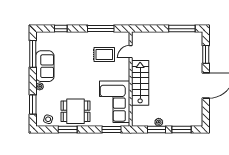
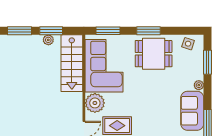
plant: (122, 72) -> (95, 103), added
stairs: (140, 83) -> (72, 63), moved
window: (68, 129) -> (149, 31), moved

